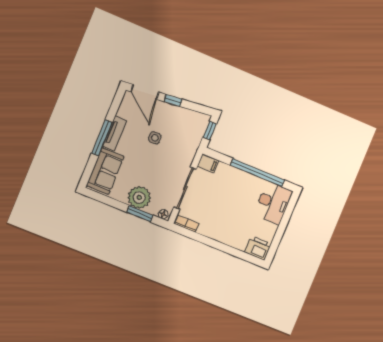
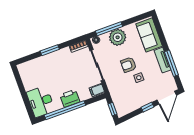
door: (145, 92) -> (167, 98), swing flipped
window: (102, 138) -> (171, 63), moved
armchair: (153, 160) -> (128, 65), added
window: (140, 214) -> (109, 29), width x1.44
window: (218, 245) -> (50, 50), added
printer: (258, 248) -> (70, 98), moved, turned 180

